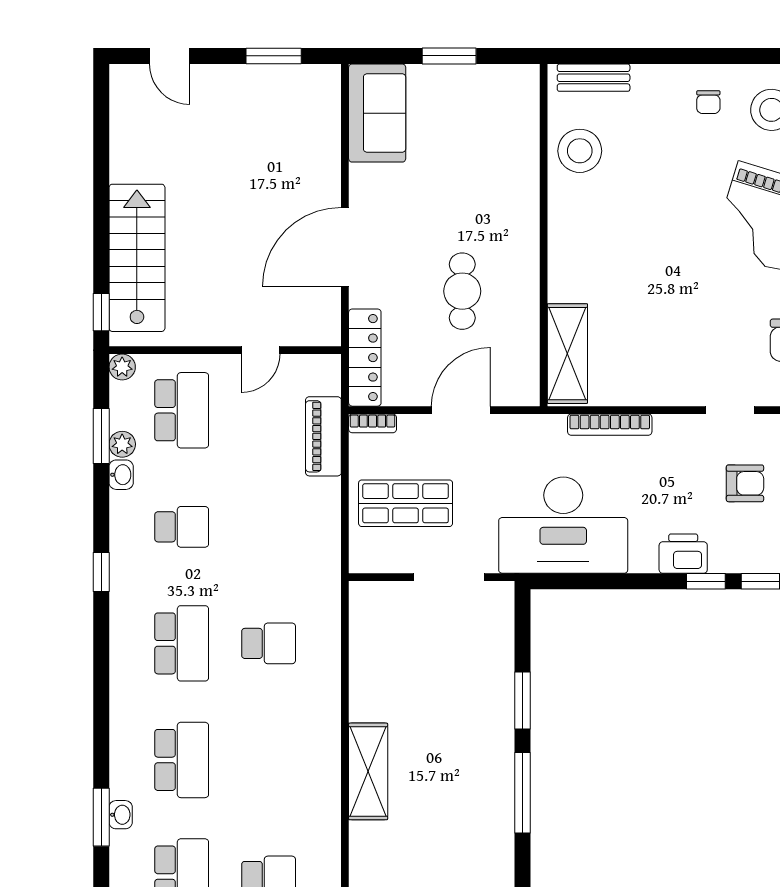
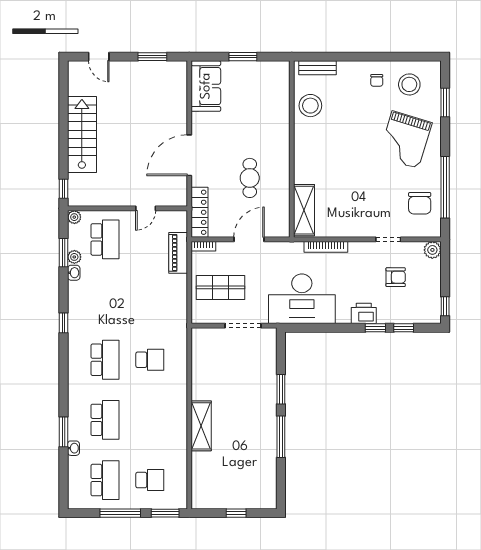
stairs: (137, 258) -> (82, 134), moved
school desk: (182, 527) -> (105, 300), removed
window: (101, 817) -> (63, 432), moved

